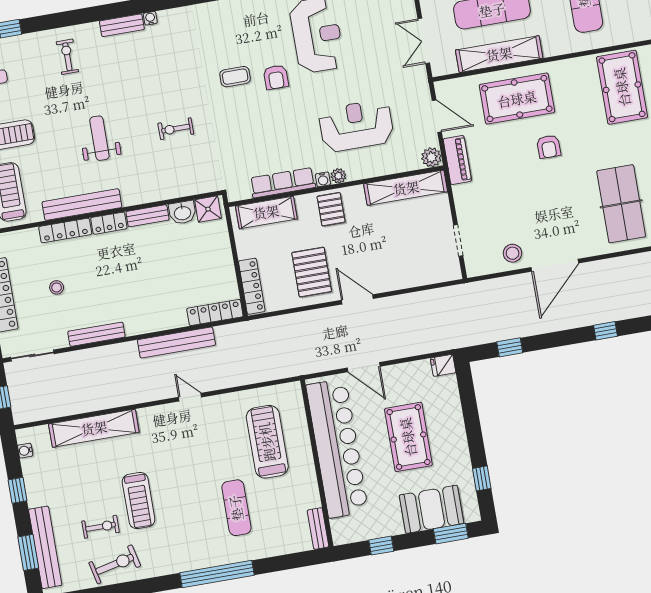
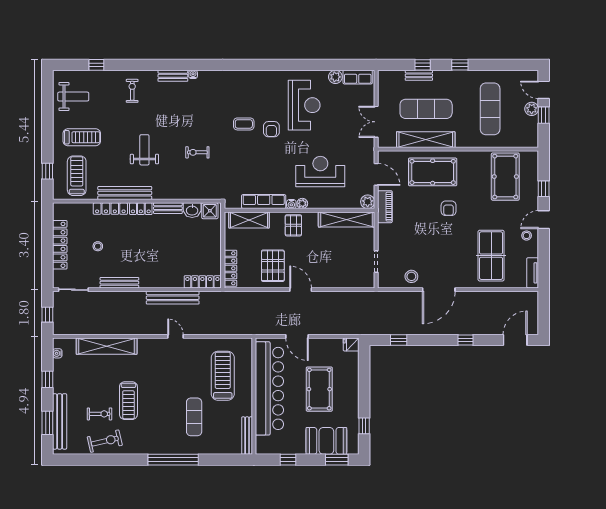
bench: (318, 528) -> (247, 436), width x1.36

